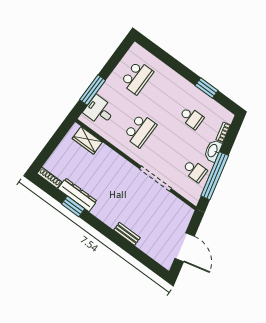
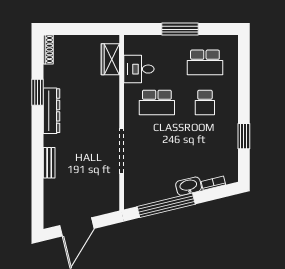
window: (93, 90) -> (180, 29), moved
desk: (99, 111) -> (139, 69), moved, turned -90
school desk: (191, 118) -> (205, 102), moved
school desk: (195, 171) -> (157, 183), removed
dresser: (77, 195) -> (51, 111), moved

